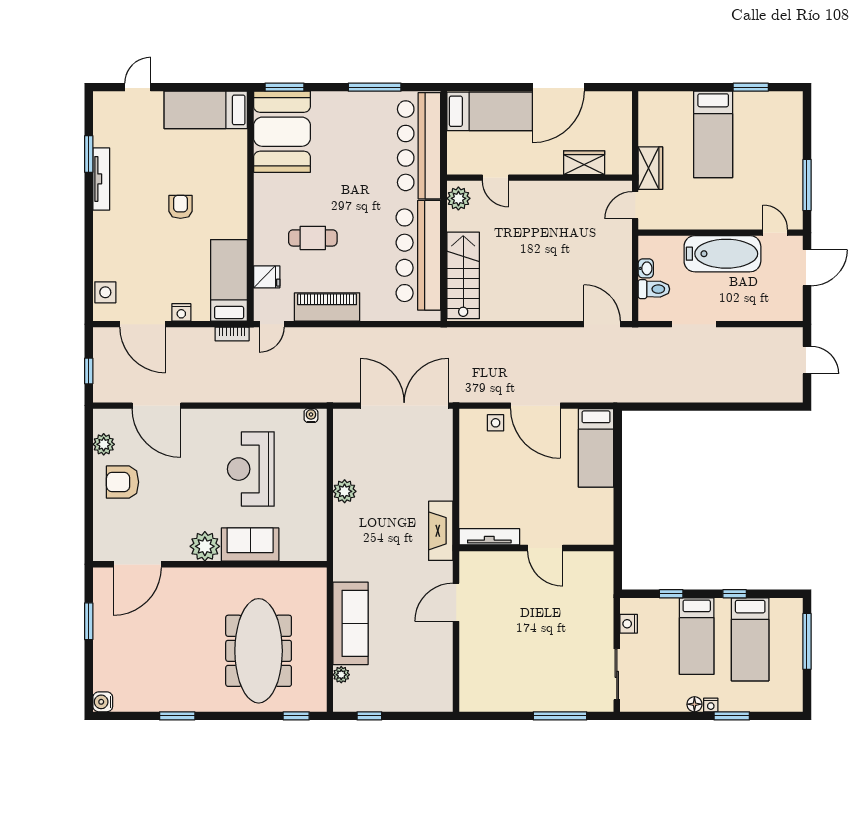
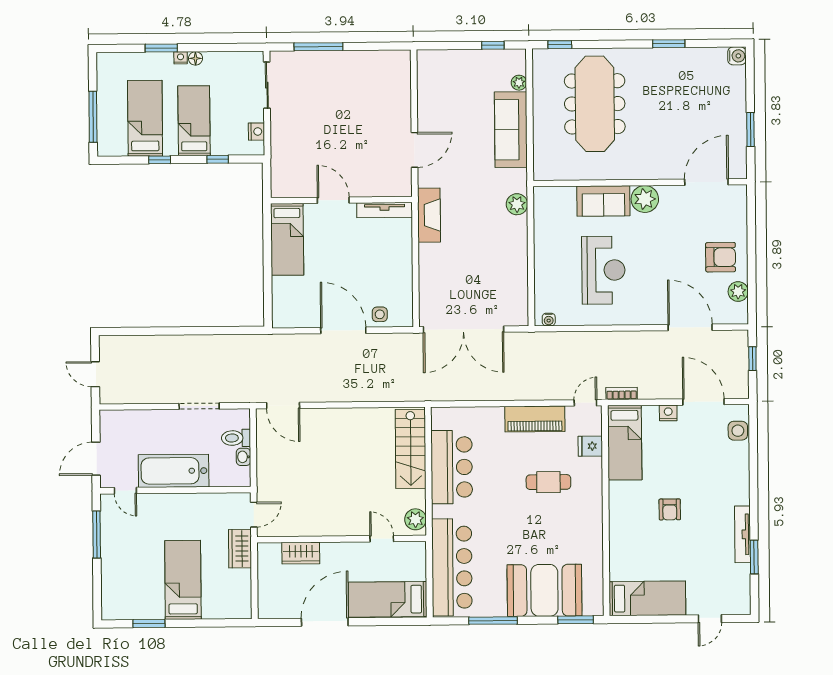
booth: (282, 132) -> (544, 590), moved, turned 90
bar counter: (418, 255) -> (452, 467), width x0.73
bed: (596, 448) -> (287, 239), moved, turned 180
plant: (345, 491) -> (517, 204), moved

